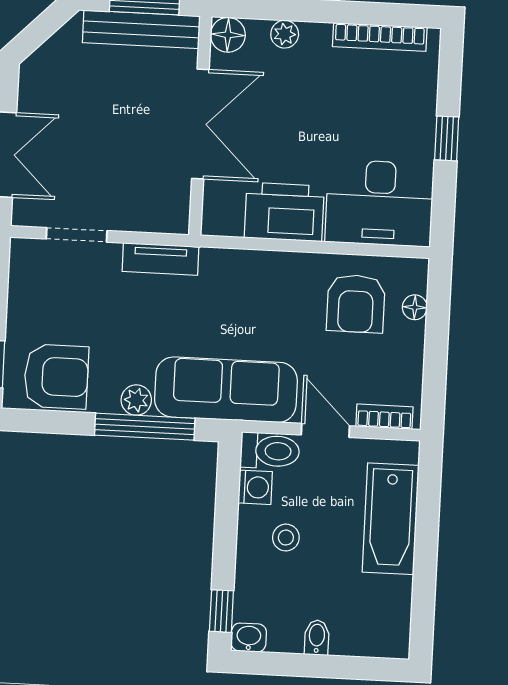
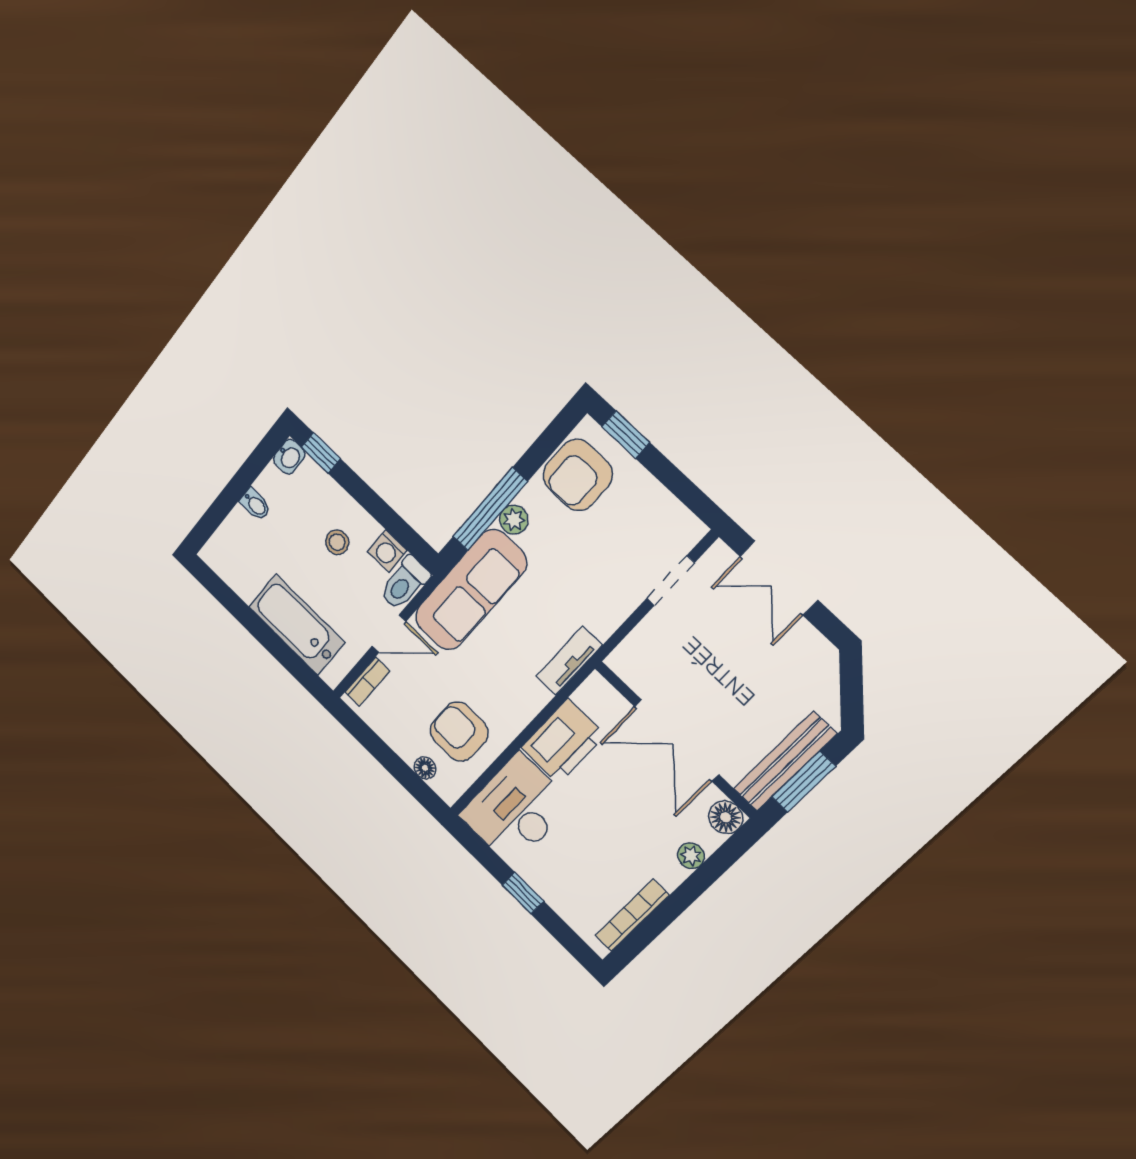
tv unit: (161, 259) -> (569, 661), moved

